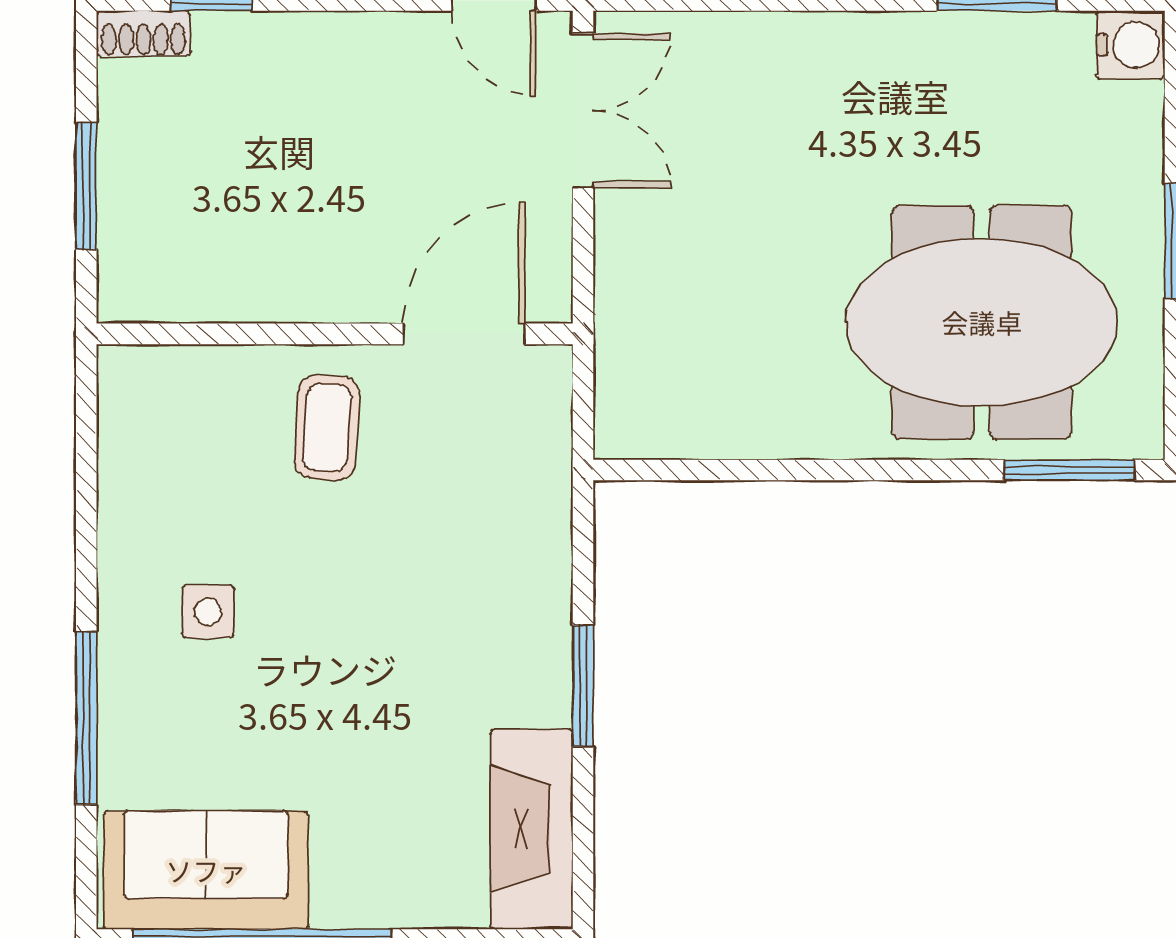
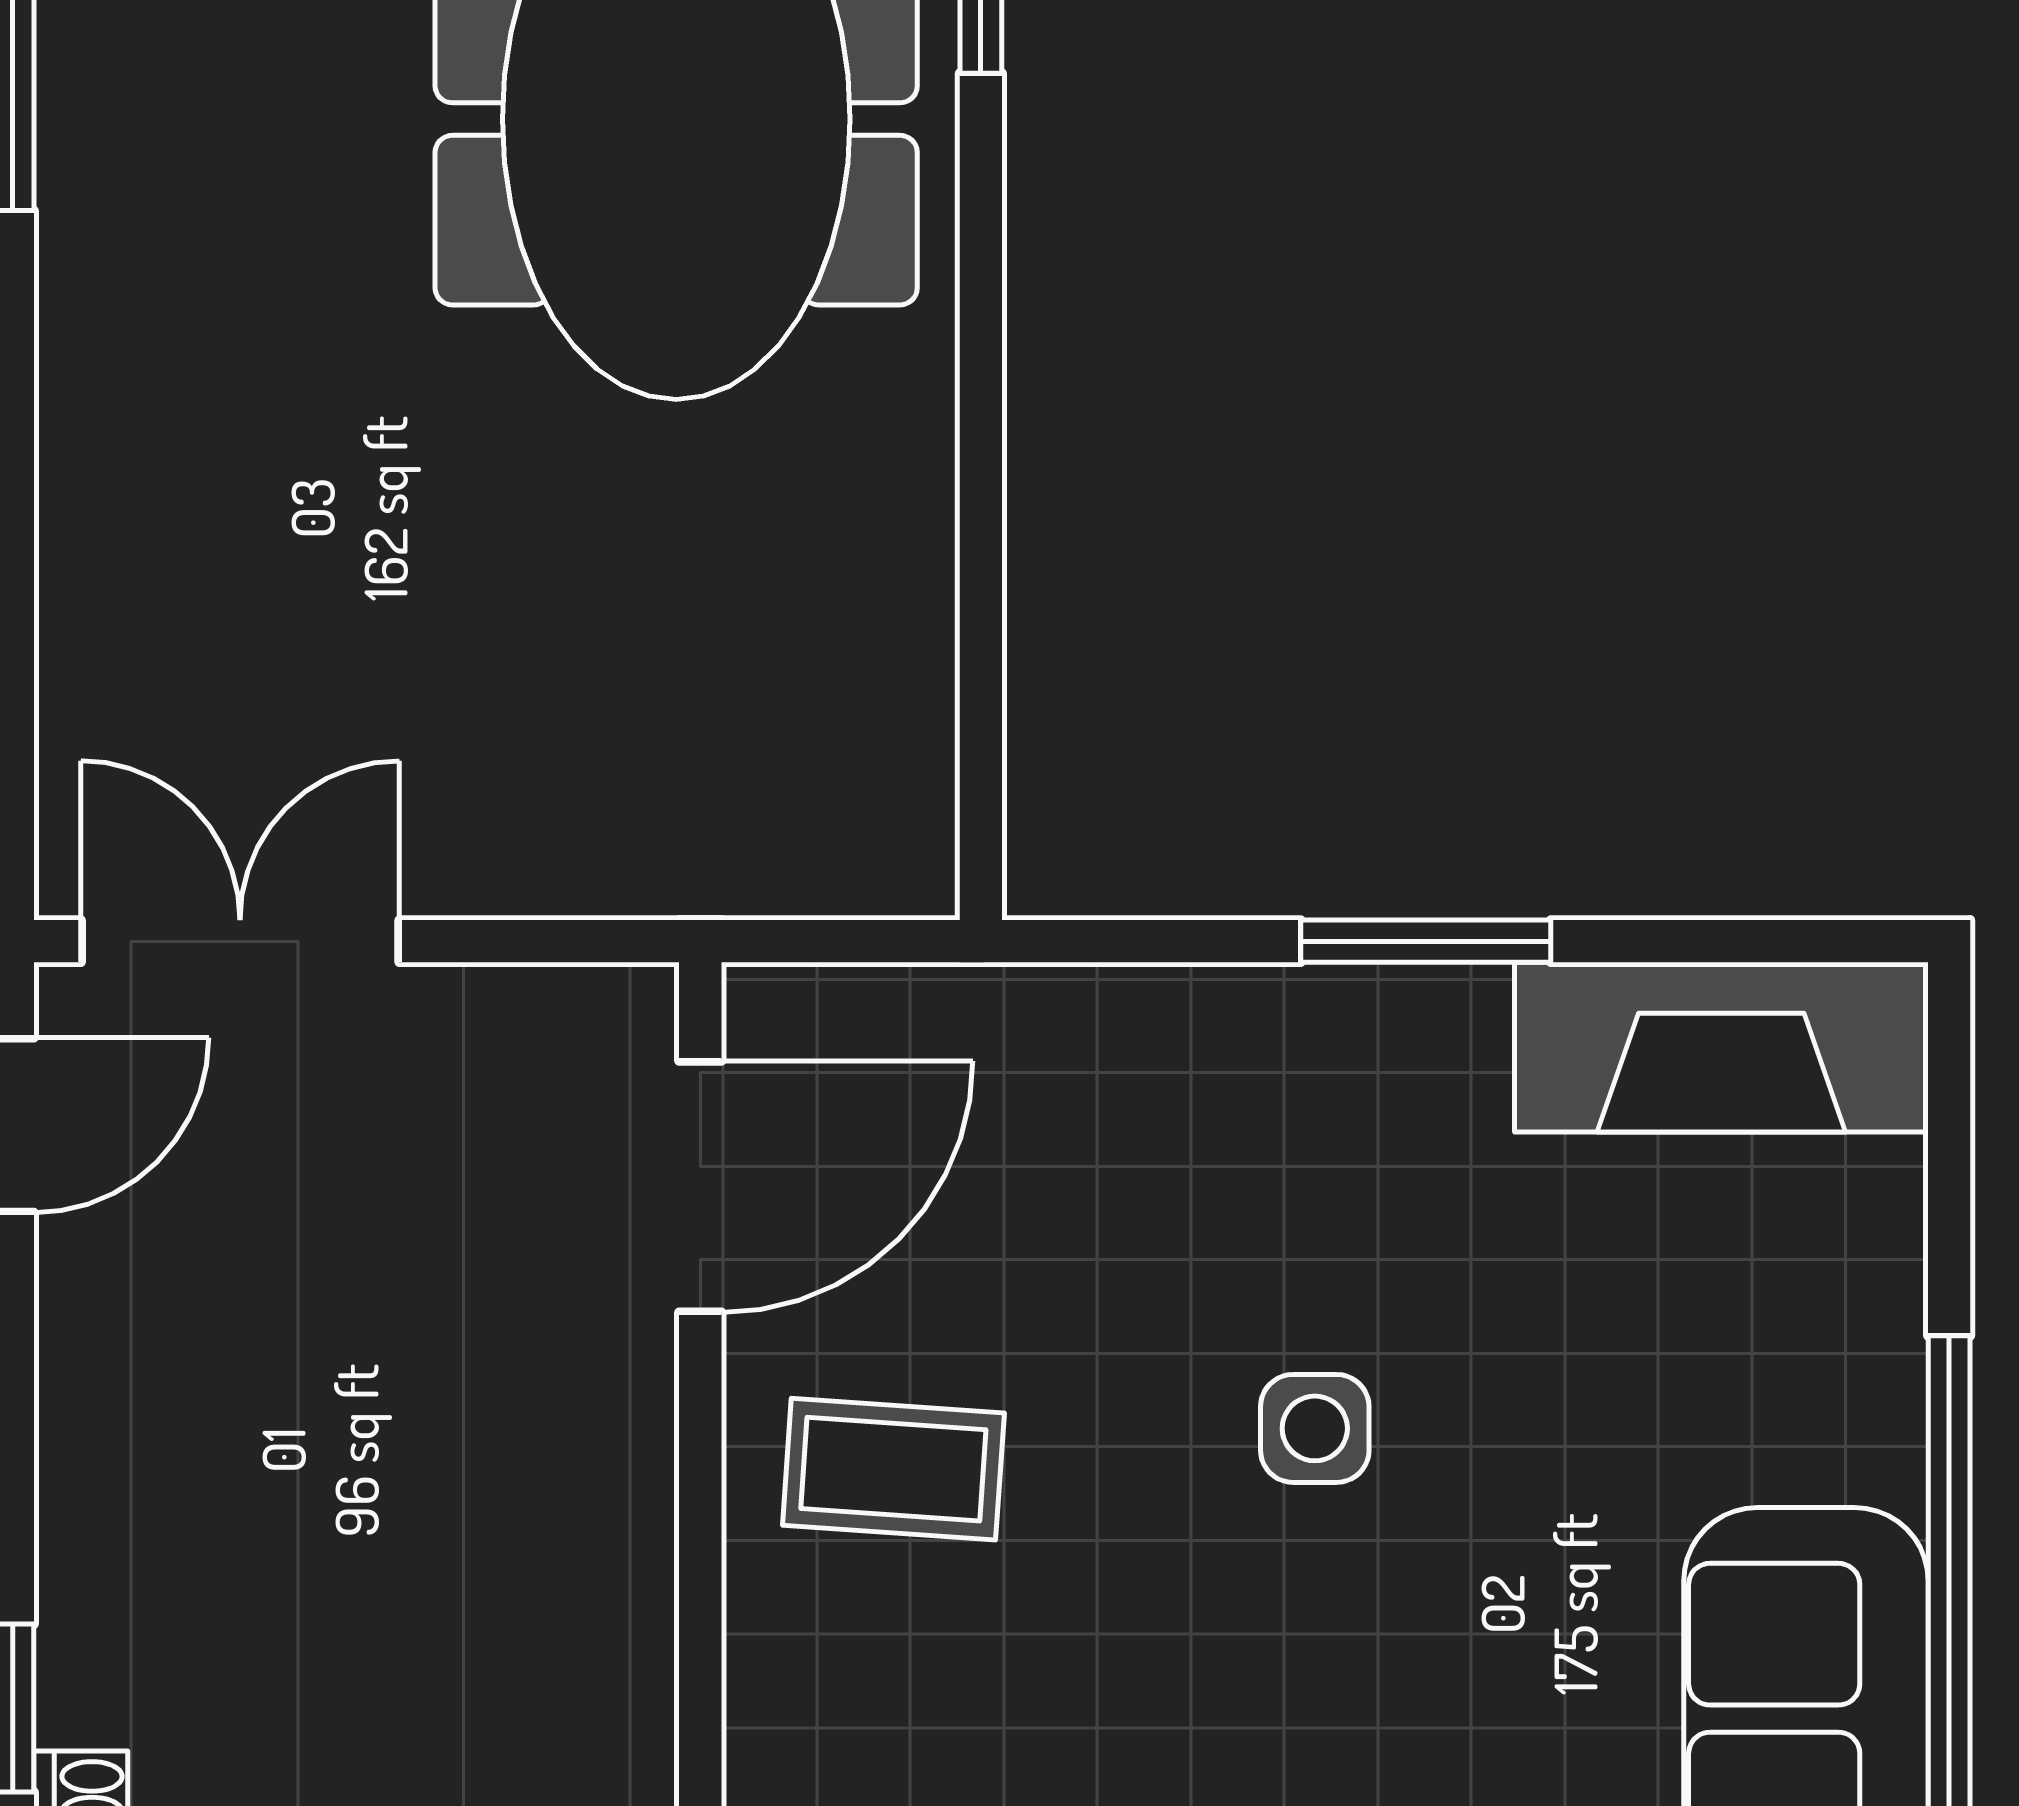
door: (464, 334) -> (700, 1187), swing flipped
side table: (208, 612) -> (1315, 1428), moved

